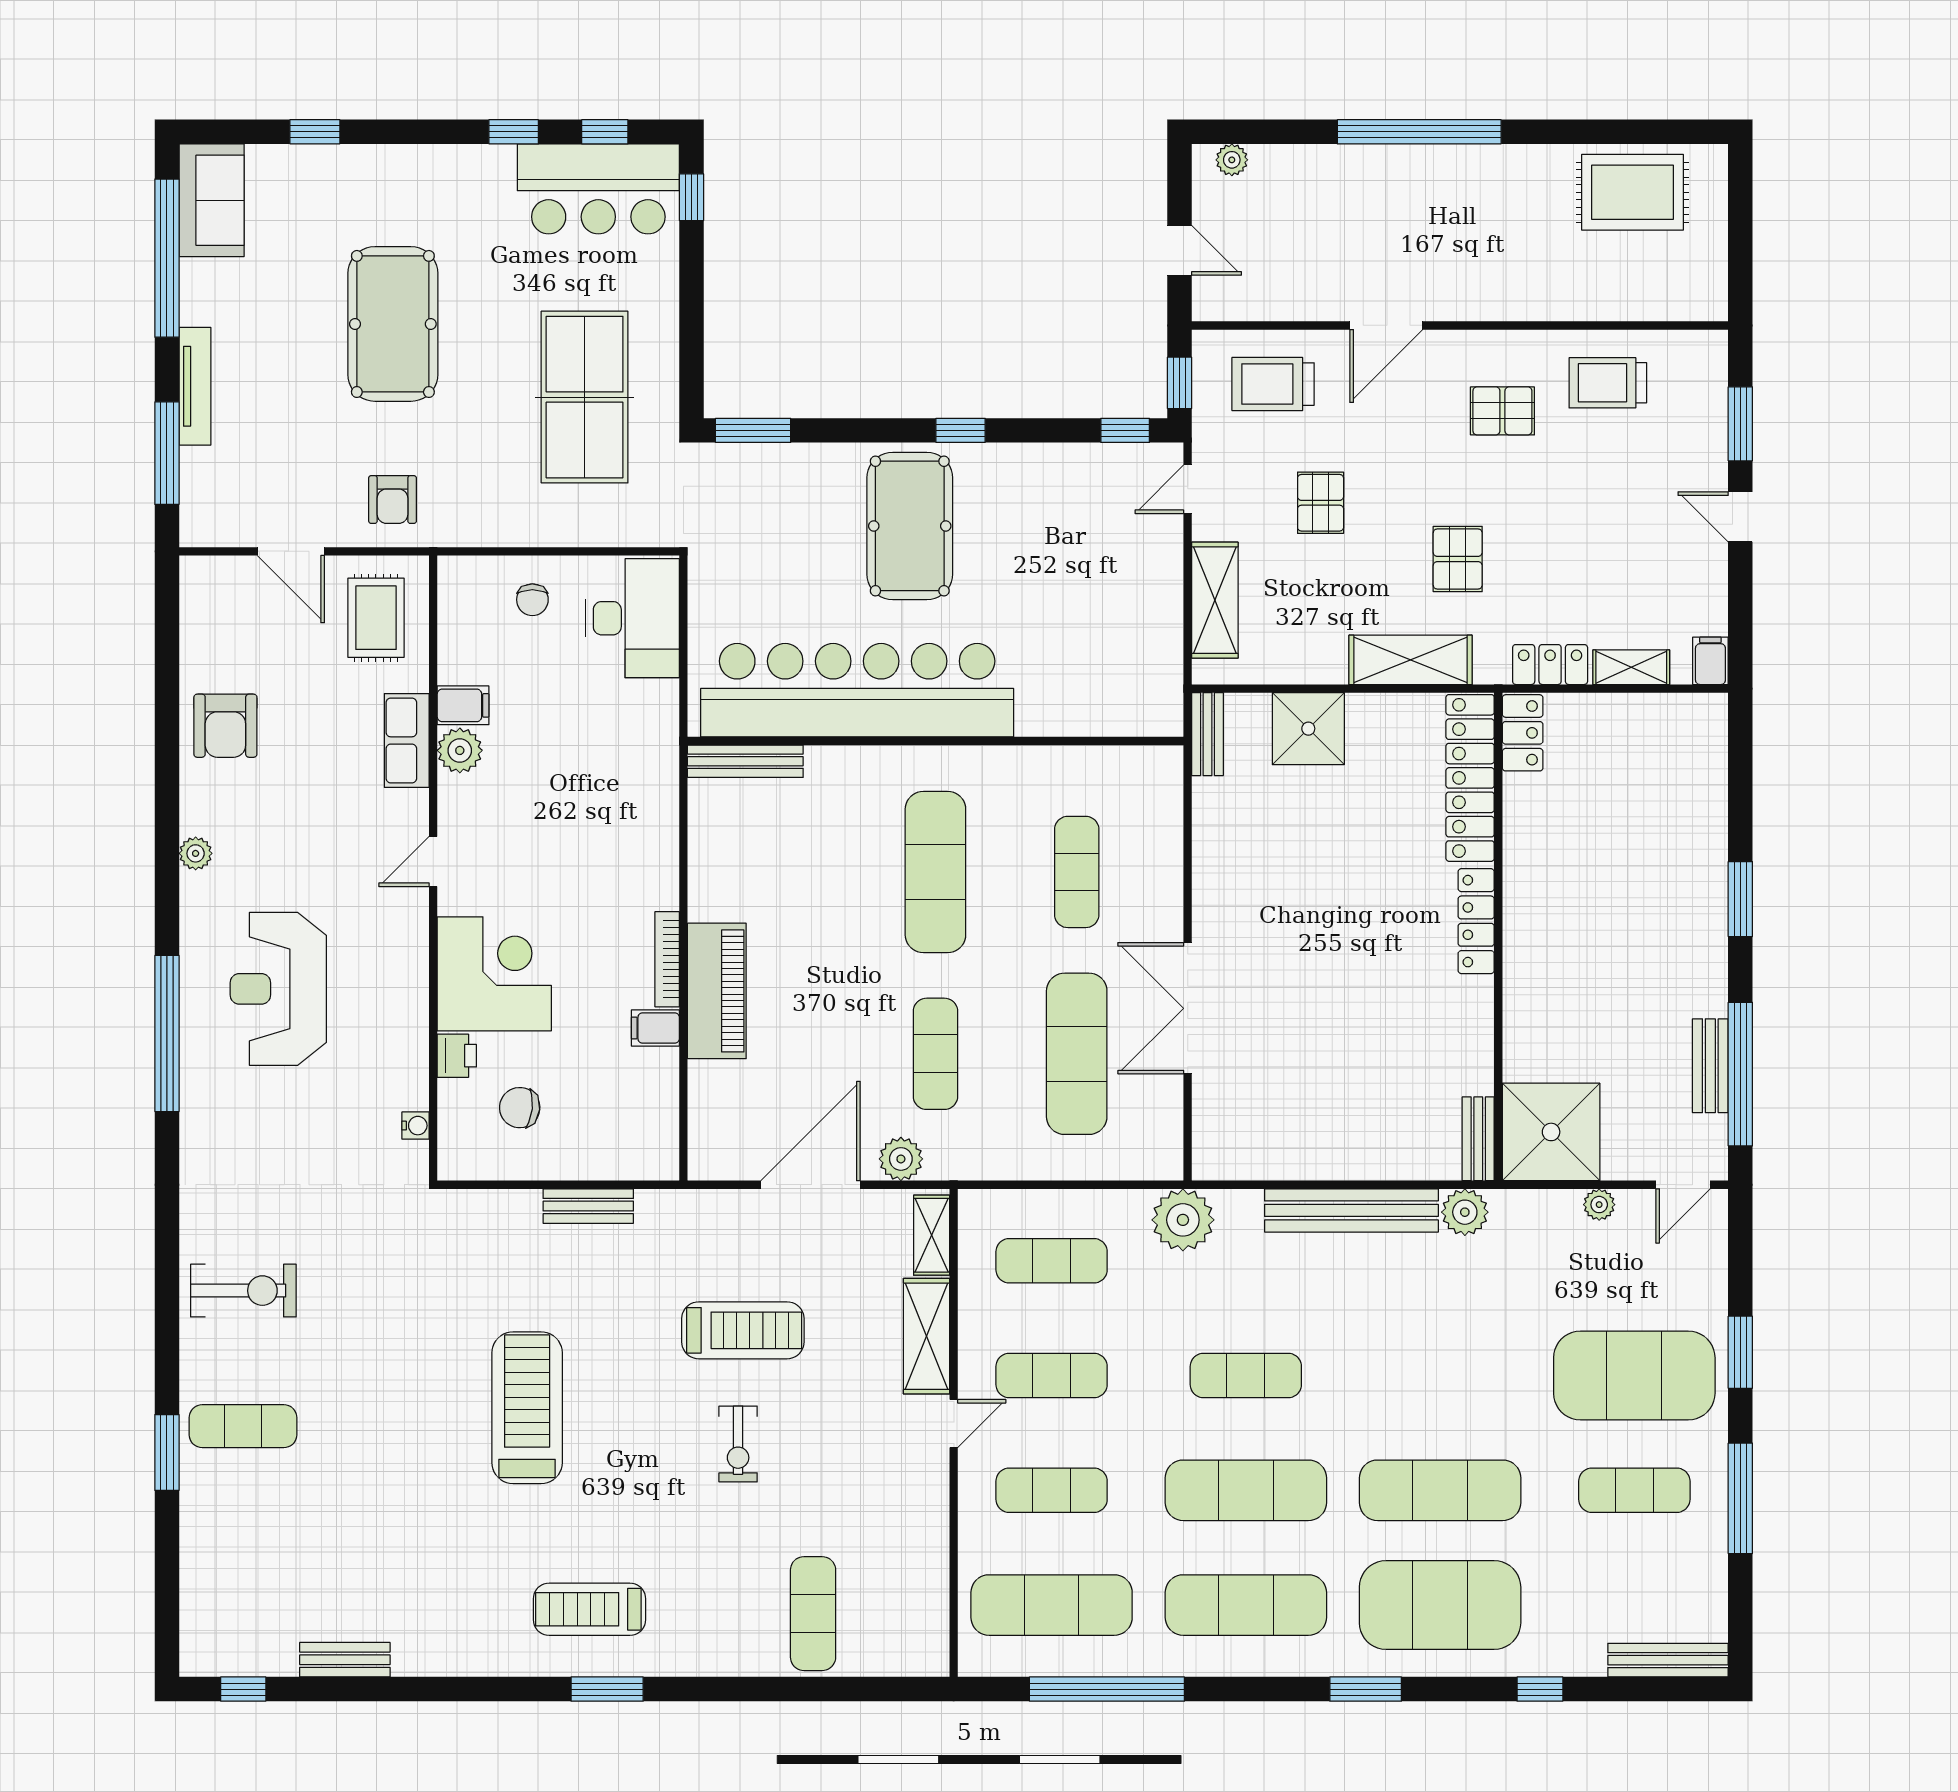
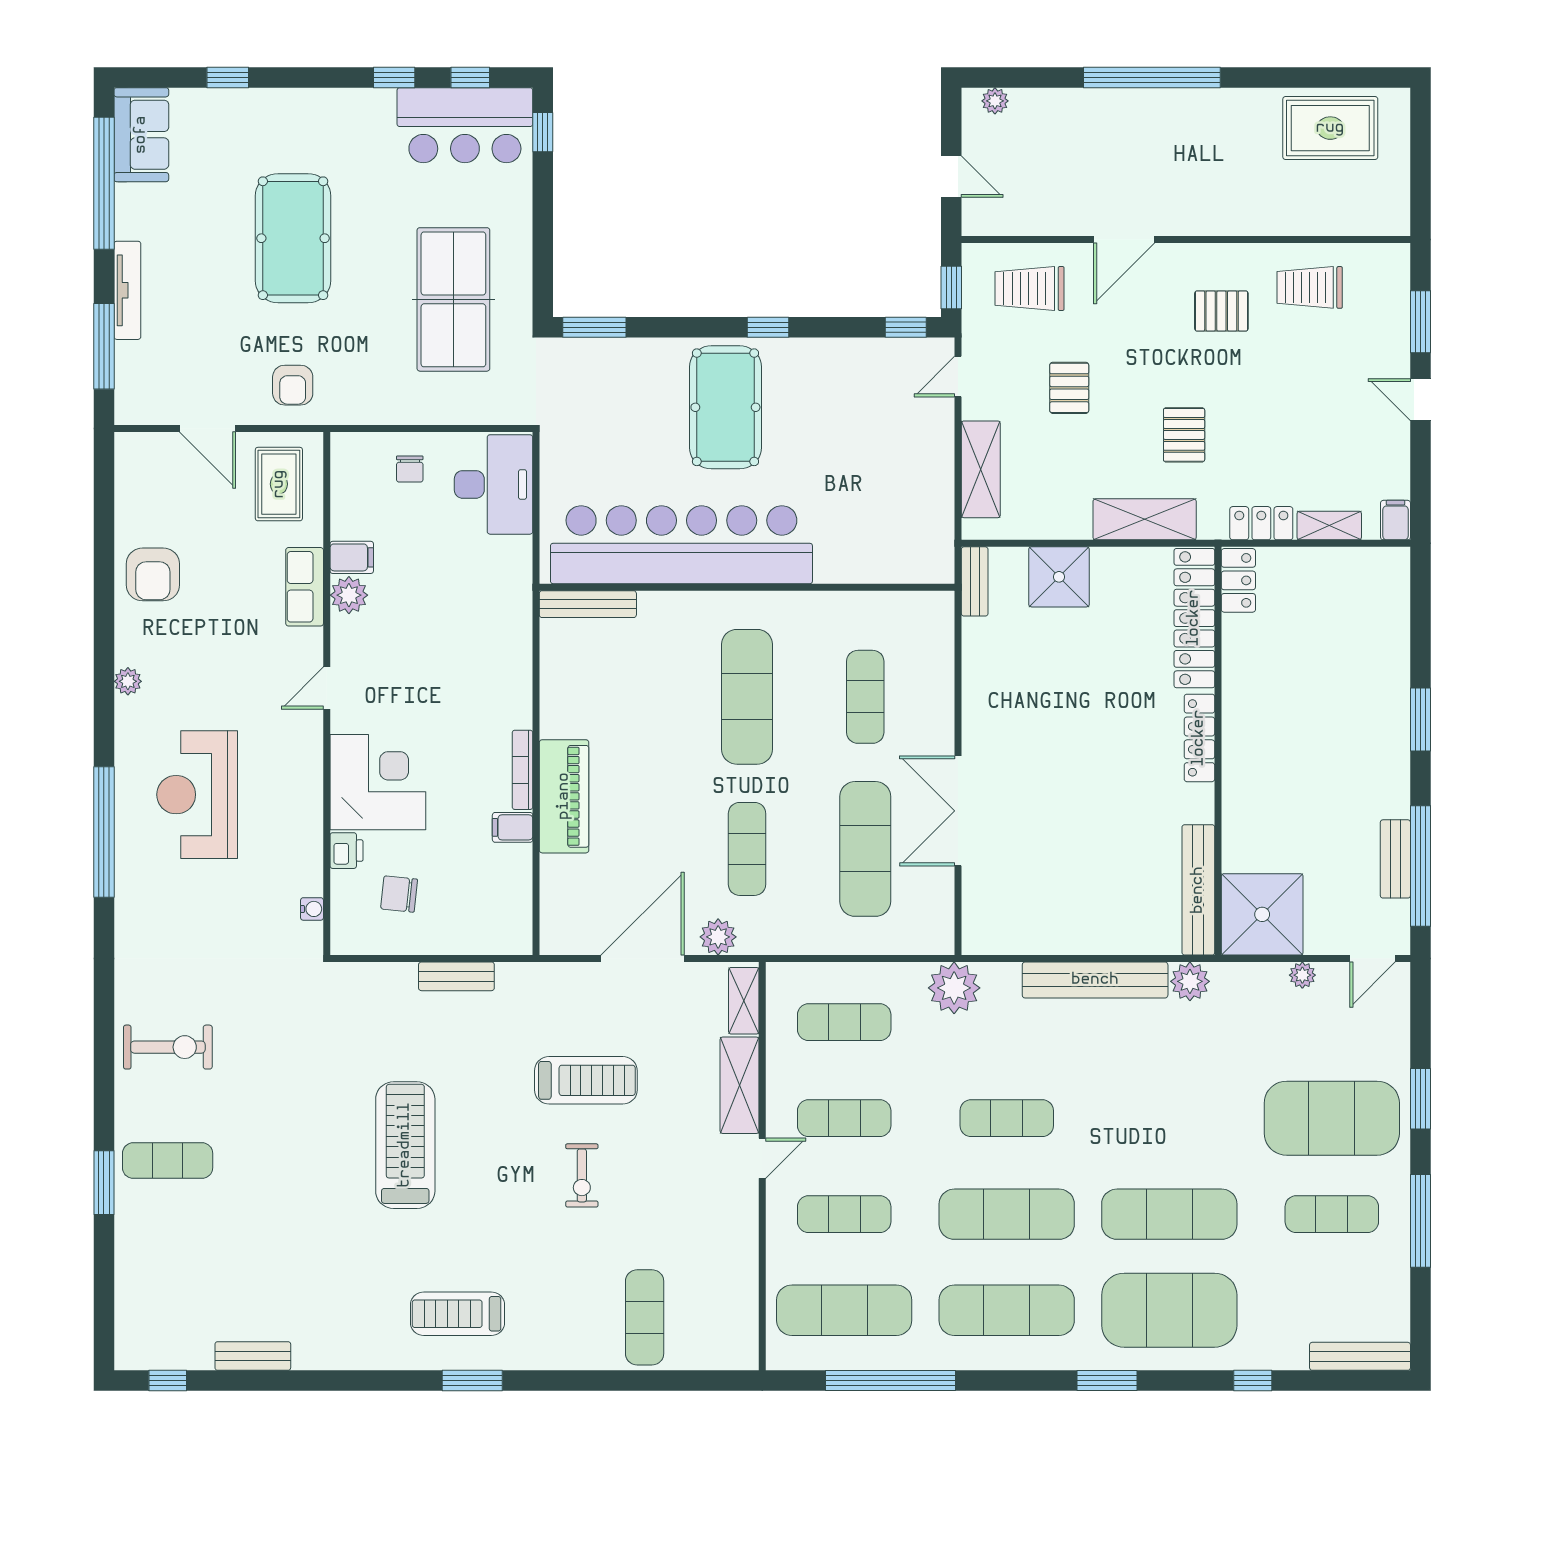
bench: (1478, 1139) -> (1198, 890), width x1.86, depth x1.21

